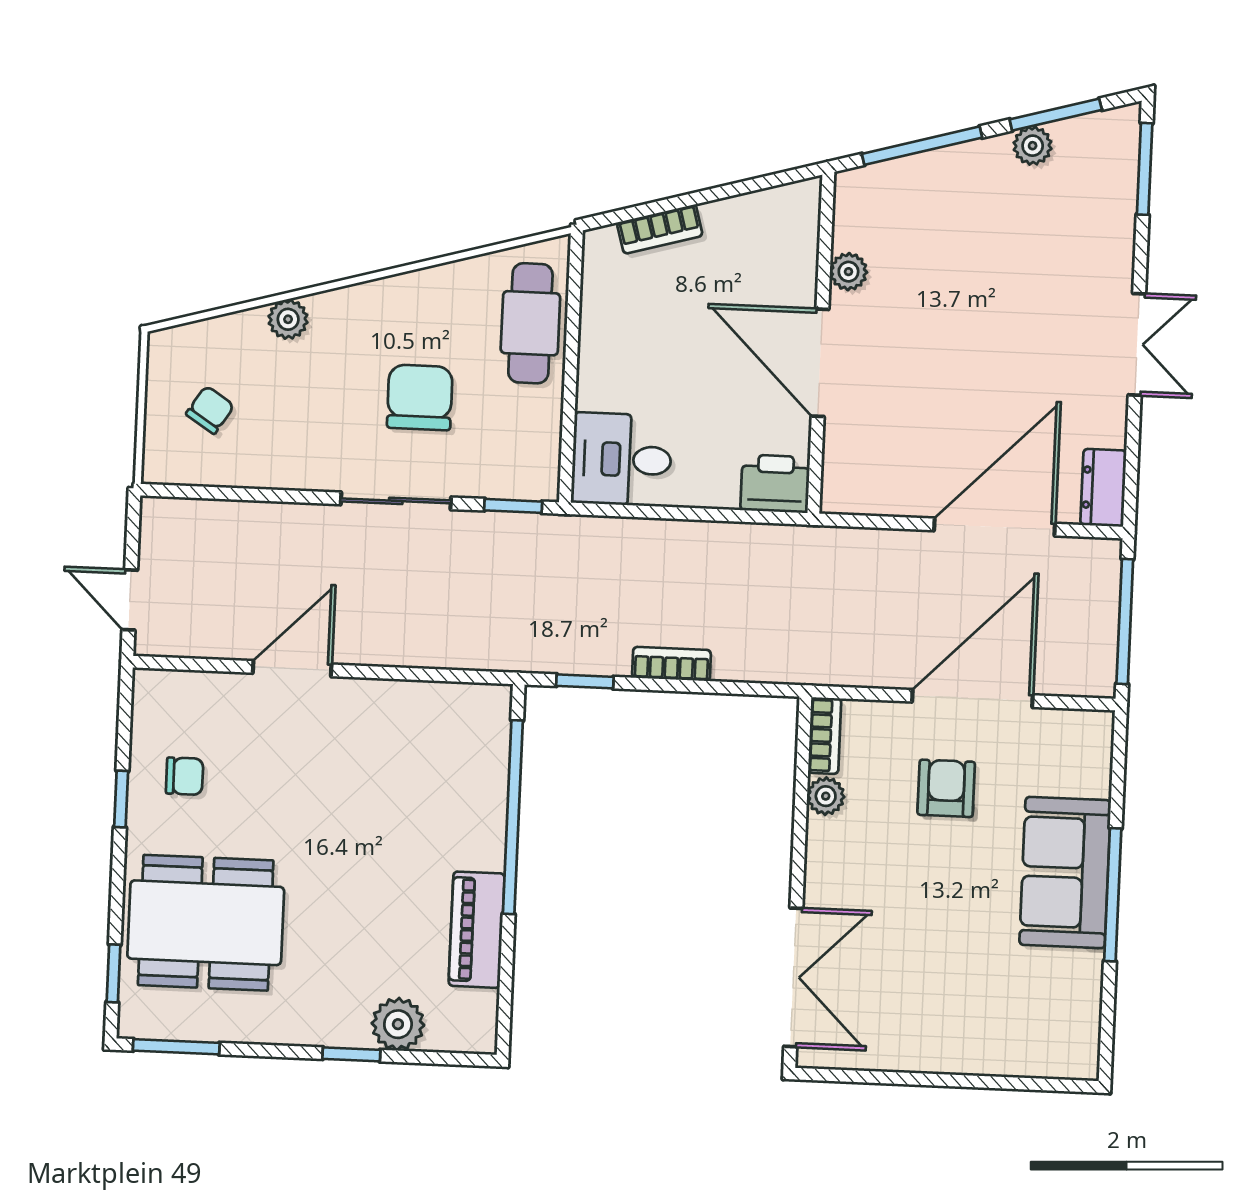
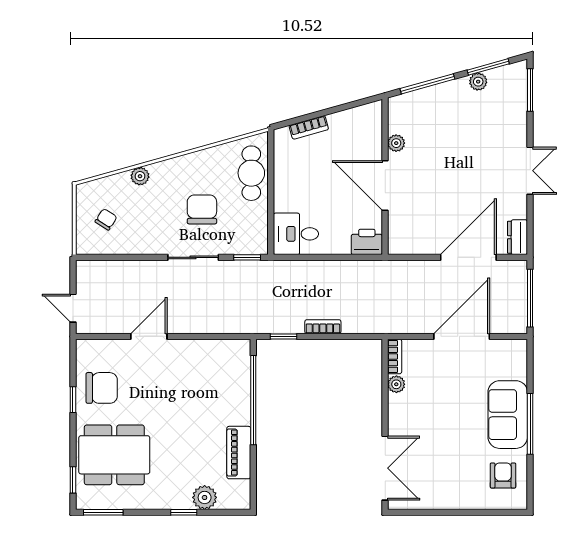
chair: (185, 776) -> (102, 388), width x1.87, depth x1.87
armchair: (946, 788) -> (503, 475), moved

